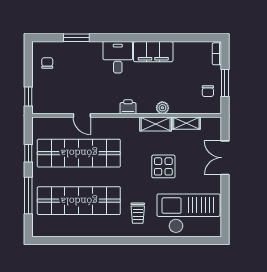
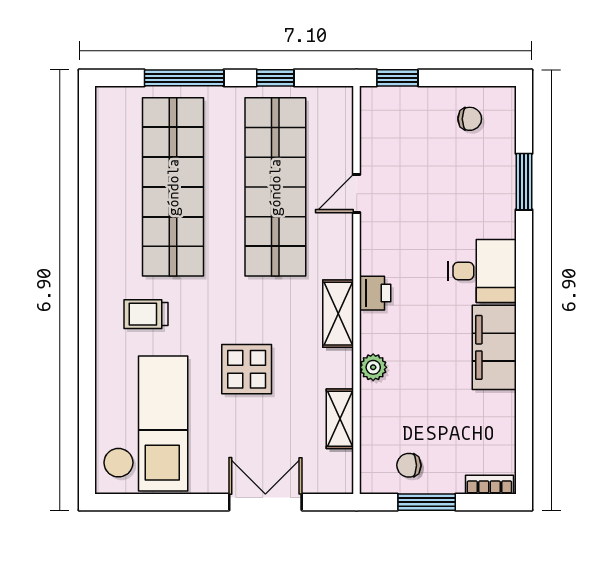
shelving: (156, 124) -> (338, 314), moved

